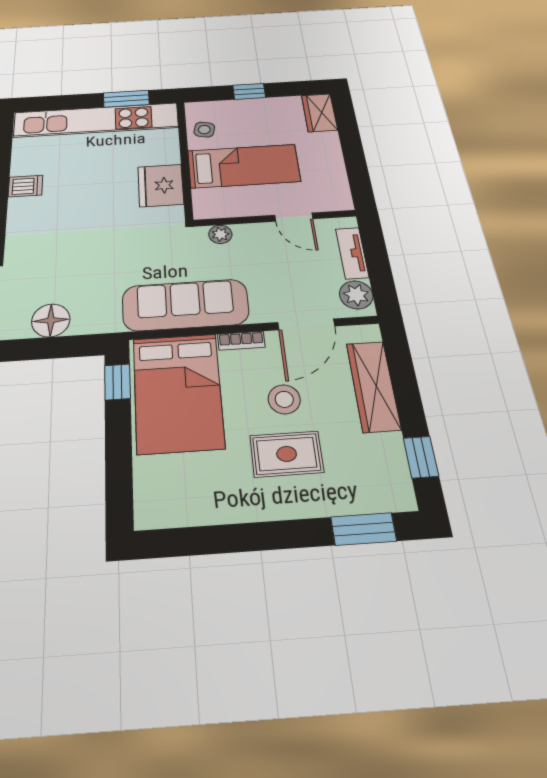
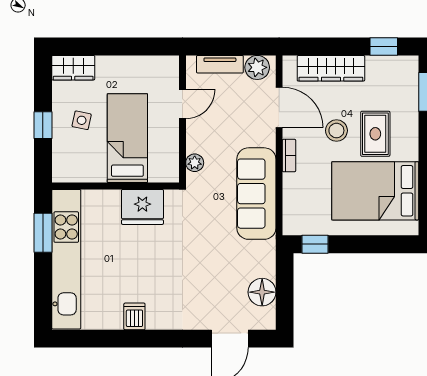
side table: (204, 130) -> (82, 120), moved
bed: (178, 392) -> (375, 191), moved, turned 180

